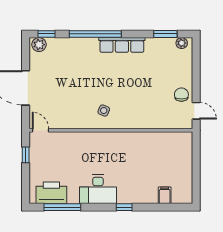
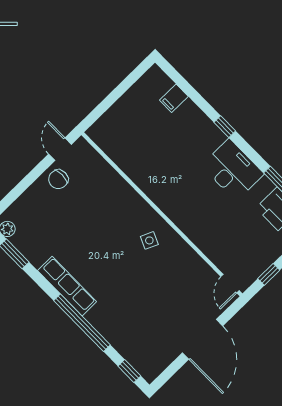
plant: (39, 45) -> (147, 368), removed

